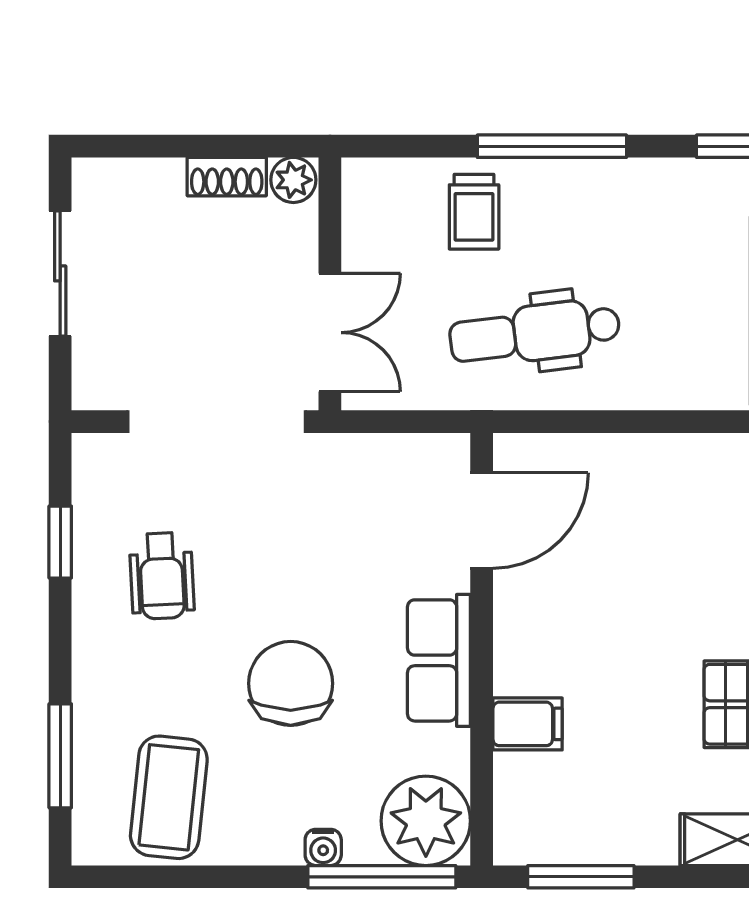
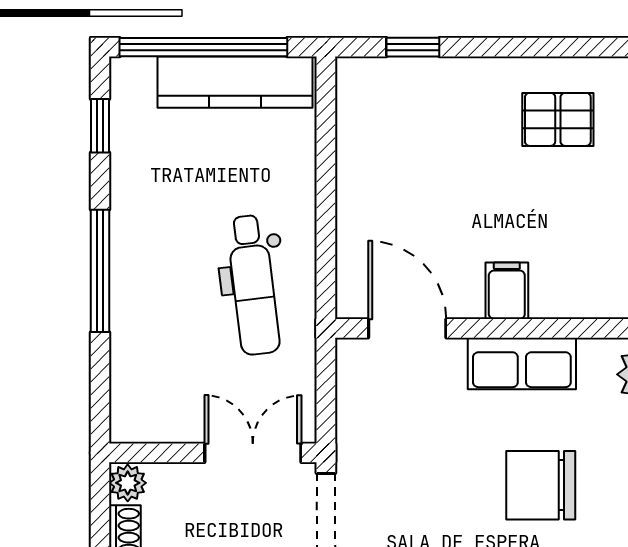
trolley: (474, 212) -> (154, 335), removed
filing cabinet: (528, 724) -> (507, 291), moved

